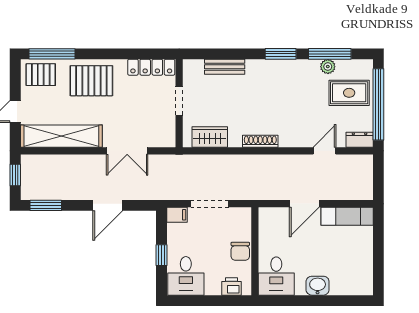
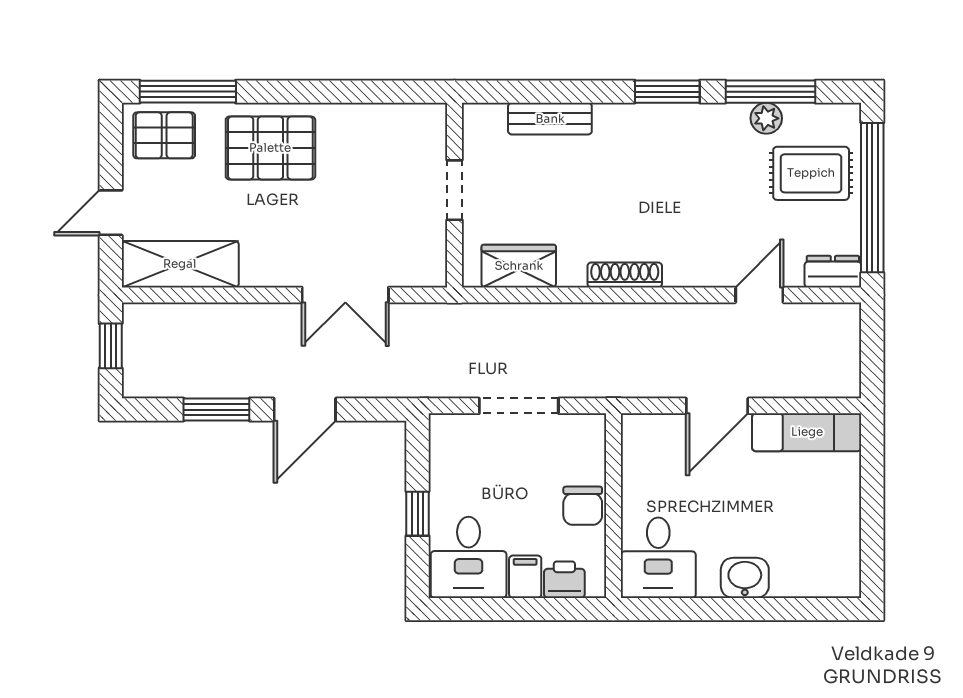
locker: (151, 67) -> (396, 120), removed
shelving: (61, 136) -> (180, 264), width x0.68
window: (46, 205) -> (216, 410), moved
filing cabinet: (177, 215) -> (525, 577), moved, turned -90

